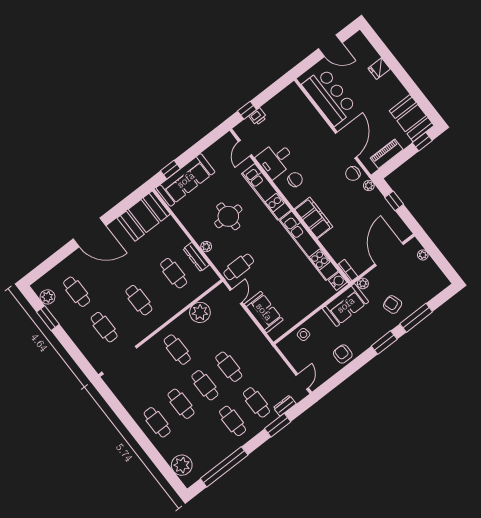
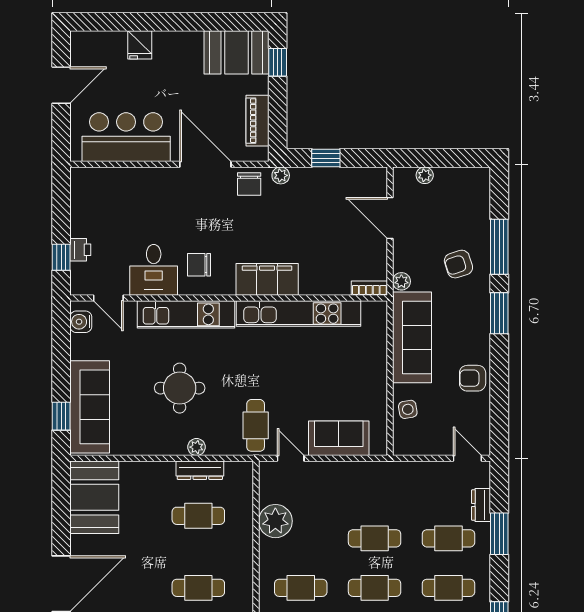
chair: (295, 180) -> (199, 265), turned -90
door: (389, 254) -> (390, 218), width x0.73
water cooler: (338, 281) -> (81, 322), moved, turned -90
sofa: (346, 305) -> (412, 337), width x1.36

